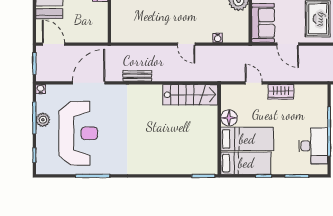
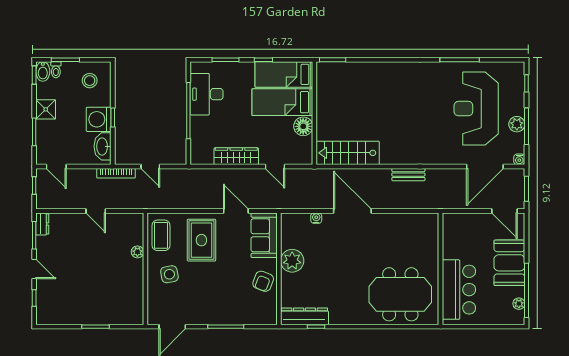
door: (186, 44) -> (352, 211), width x1.87
door: (89, 83) -> (485, 167), moved
wardrobe: (281, 92) -> (236, 156), width x1.50

